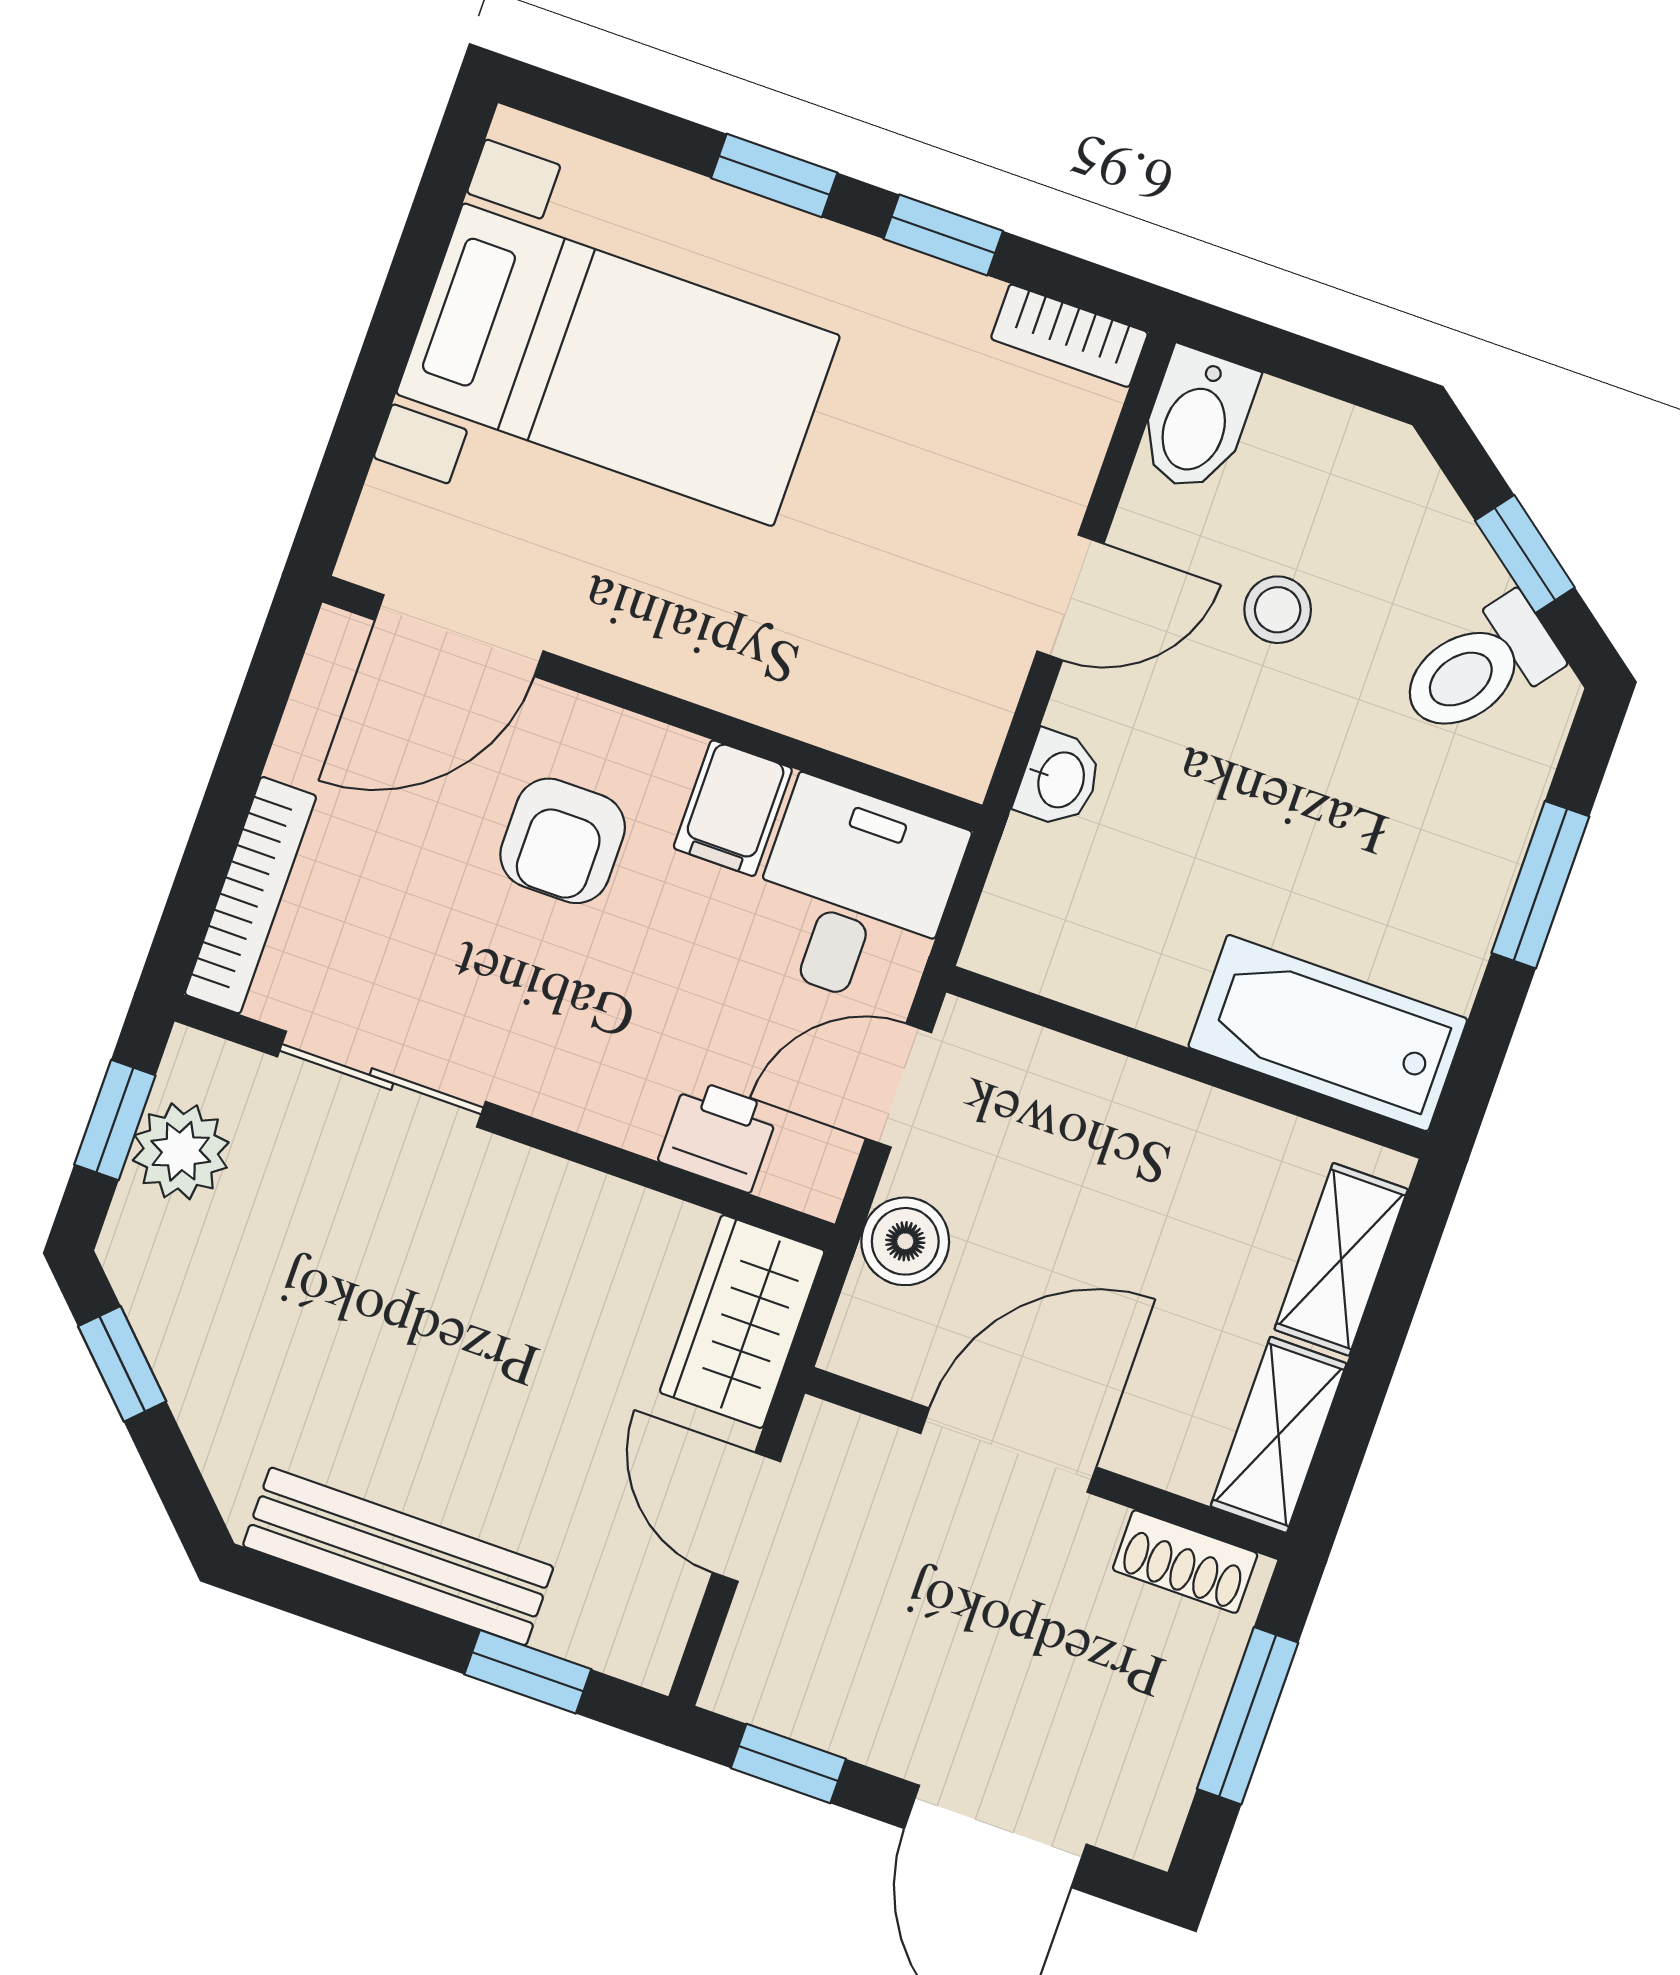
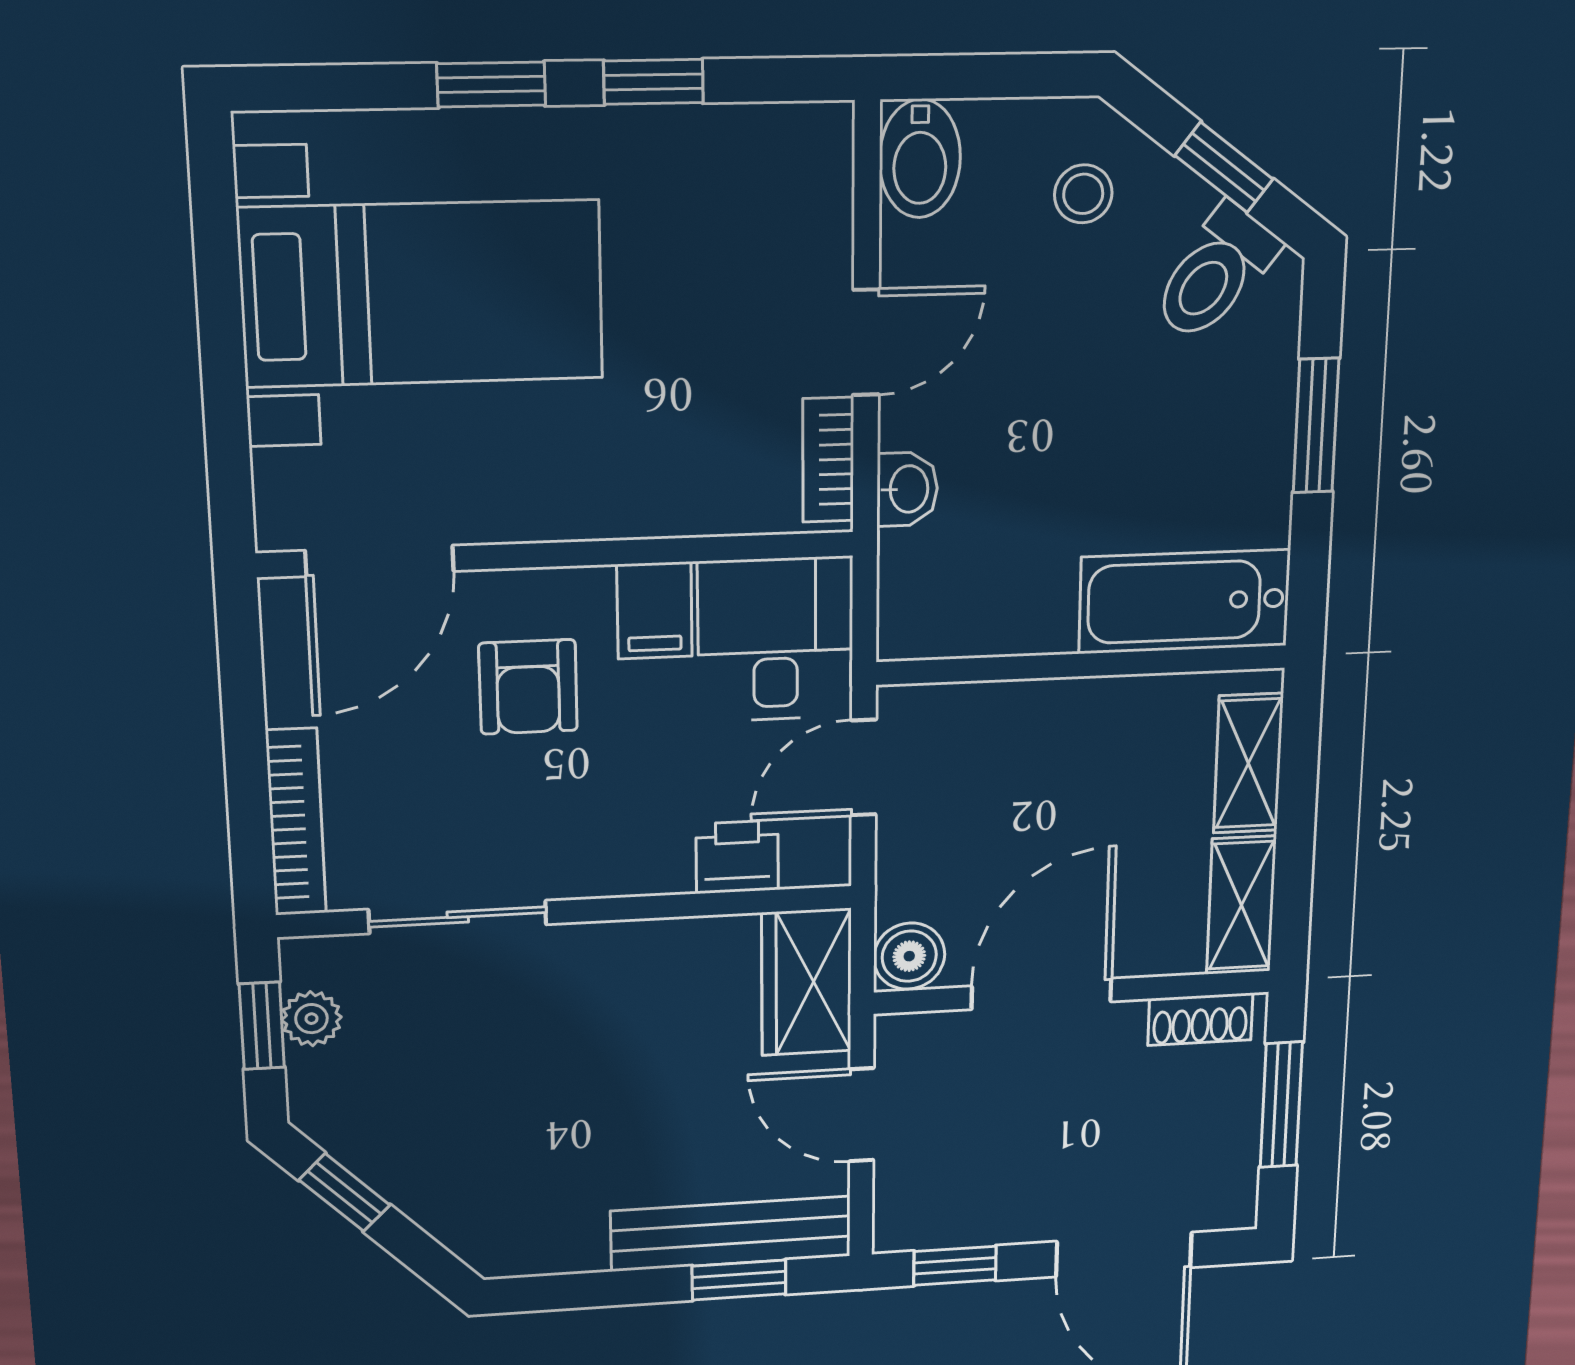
bookcase: (1069, 336) -> (828, 460), moved, turned 90
stool: (1278, 610) -> (1083, 194), moved
plant: (181, 1151) -> (311, 1019), width x0.73, depth x0.73
boiler: (905, 1241) -> (909, 956), moved
bench: (398, 1556) -> (731, 1234), moved

